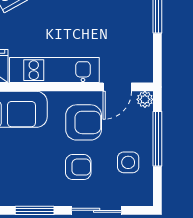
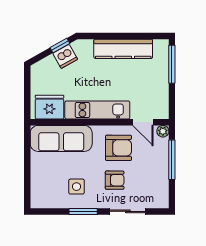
door: (117, 87) -> (143, 122), hinge flipped
side table: (128, 162) -> (77, 187), moved

